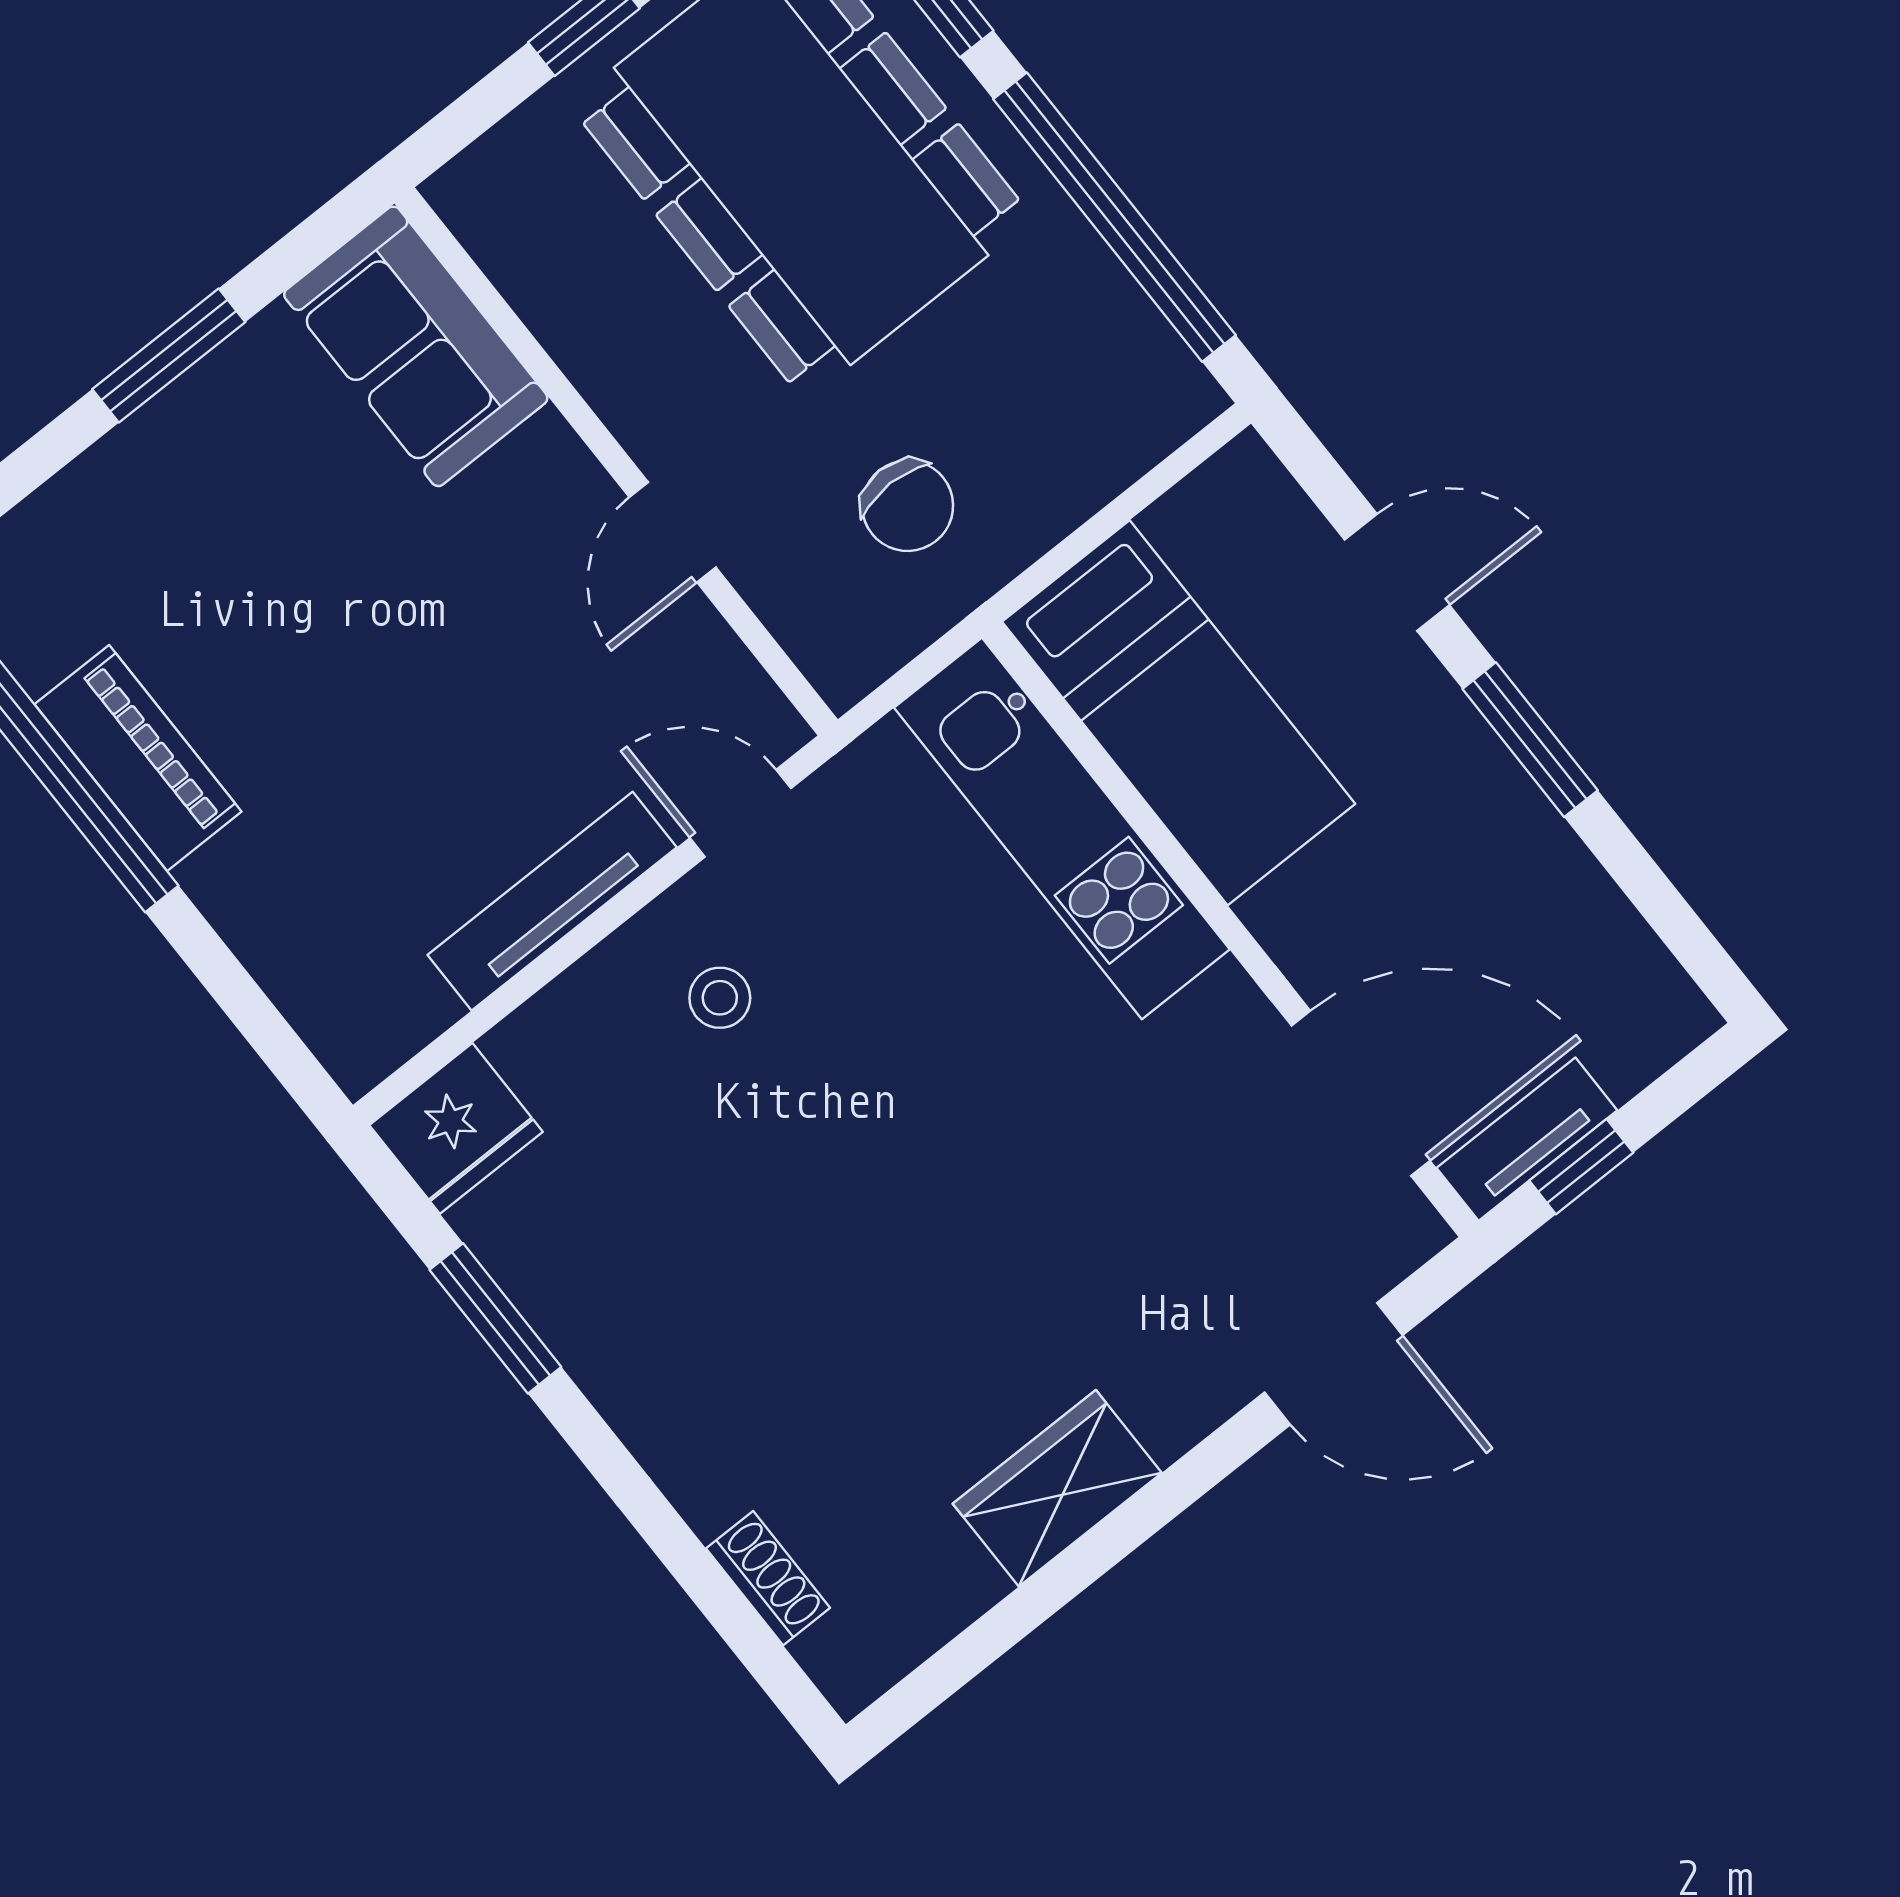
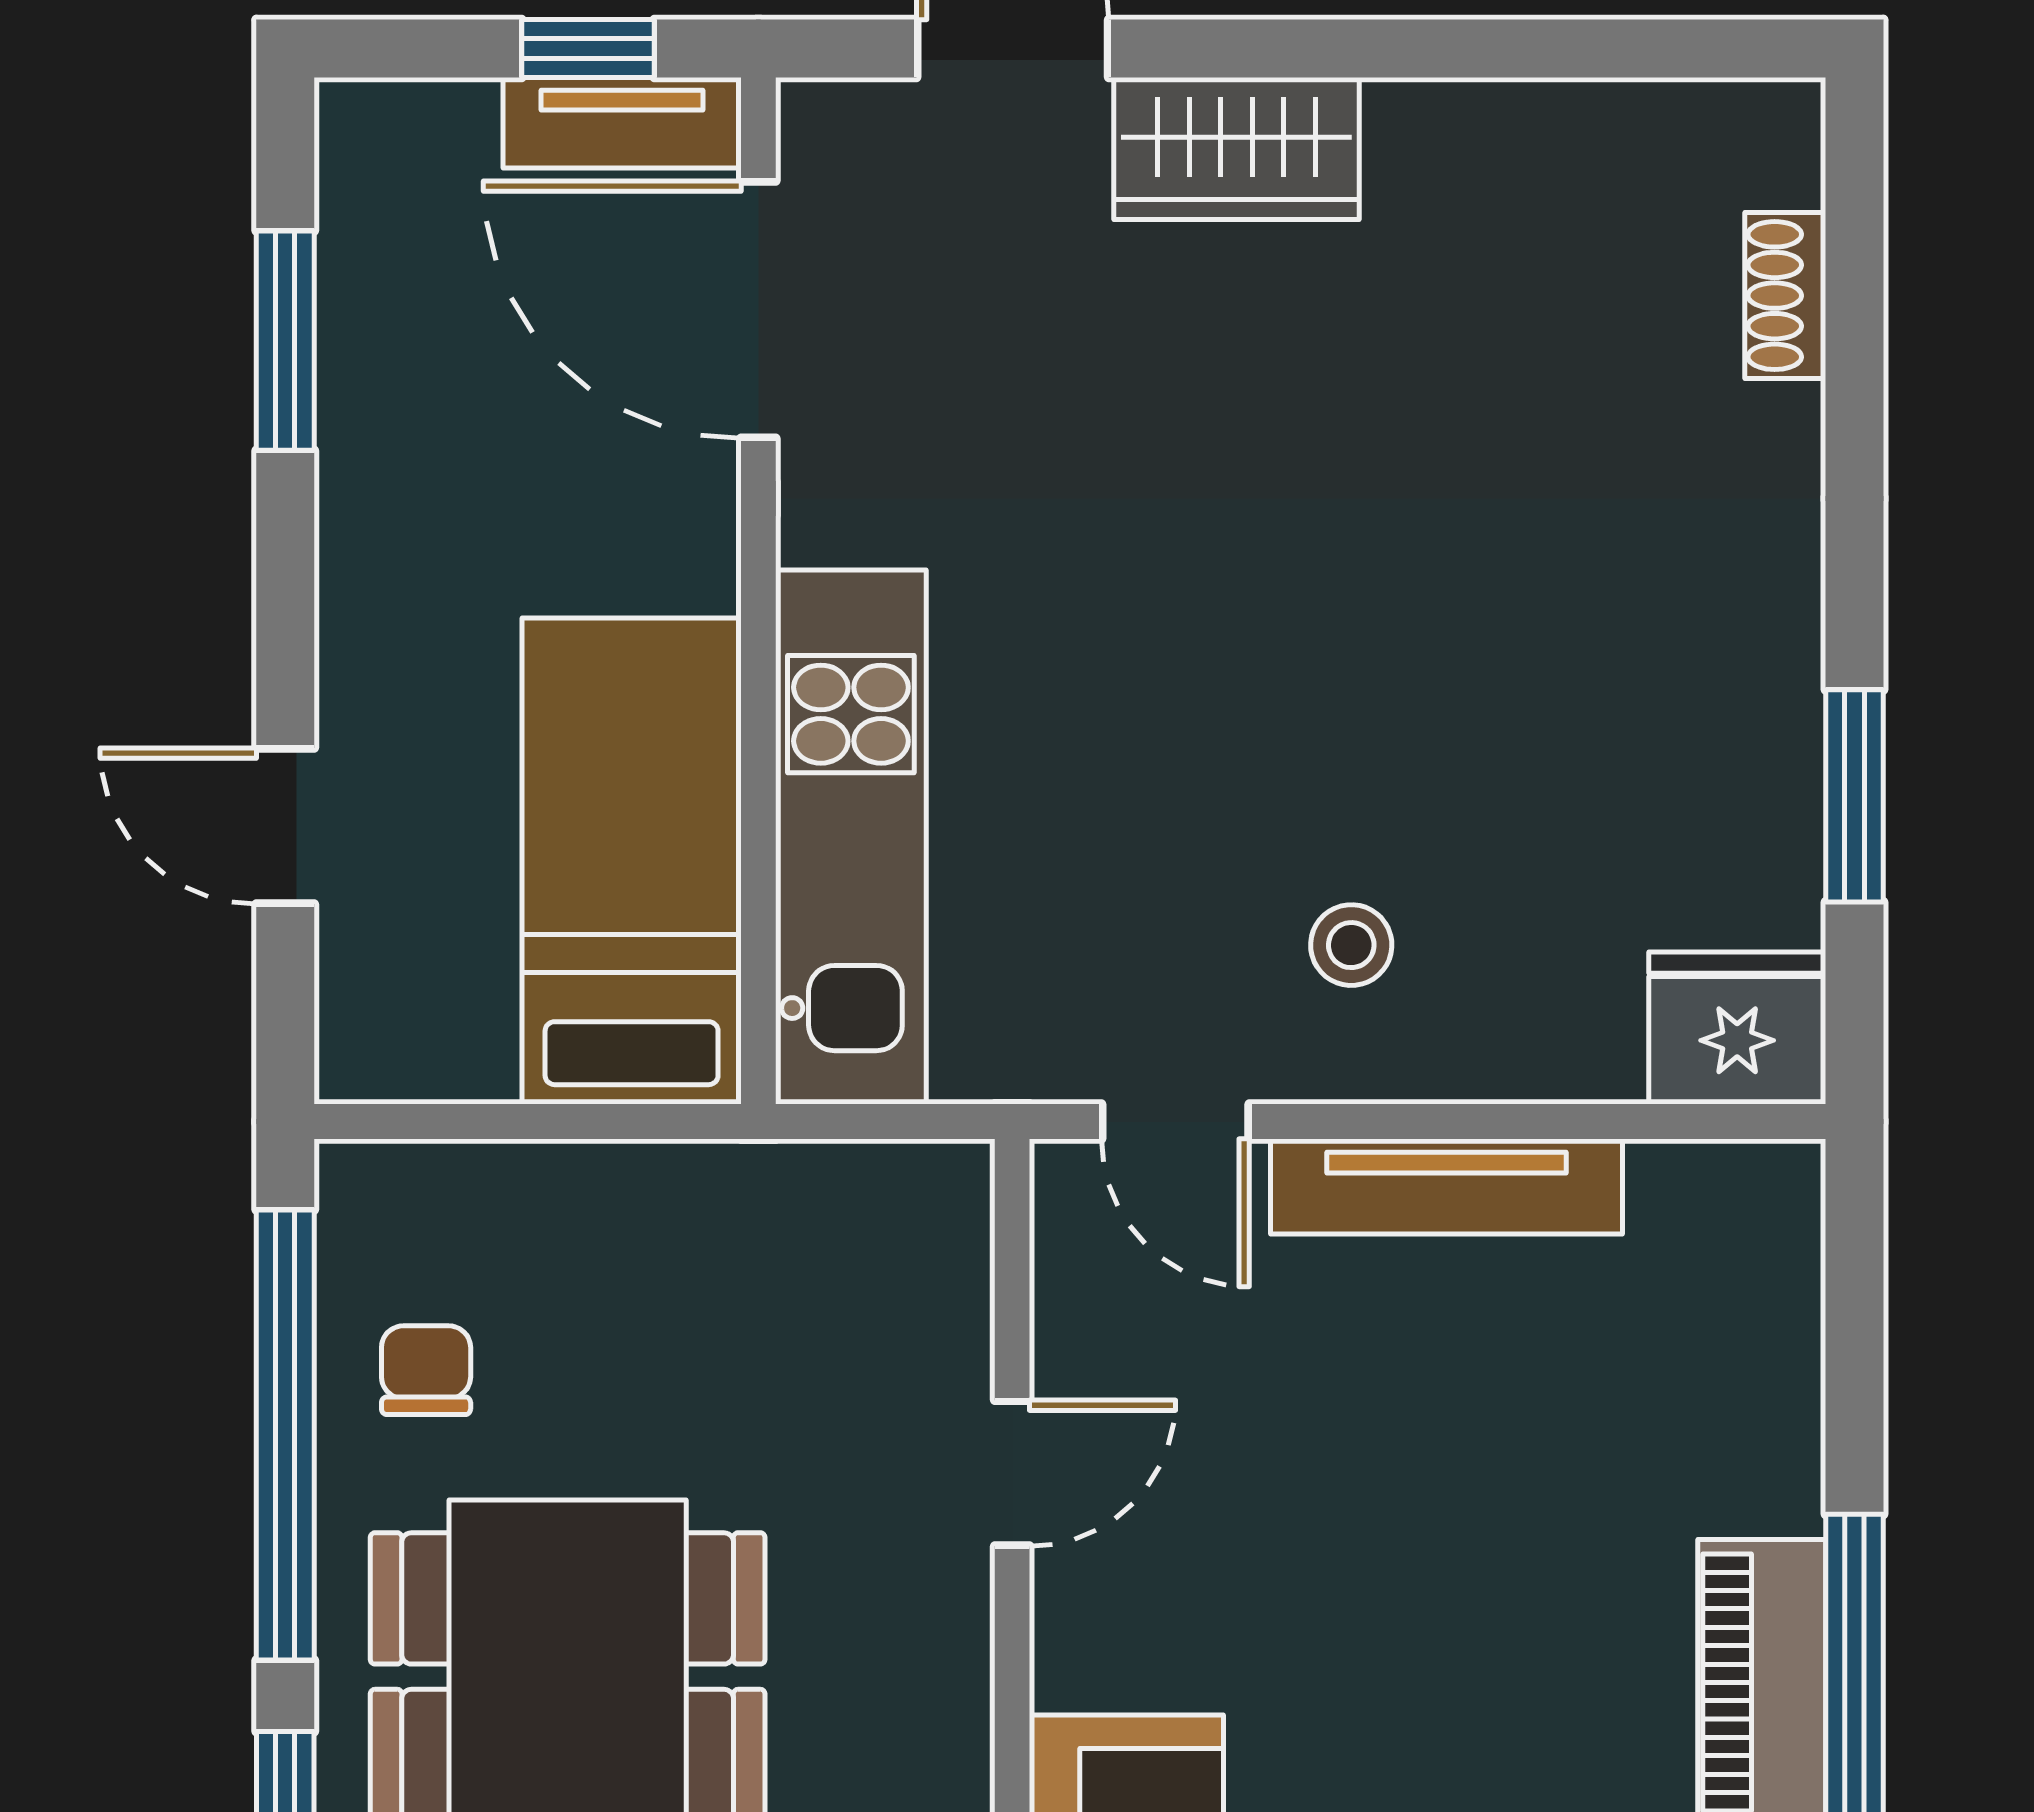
chair: (908, 506) -> (426, 1370), moved, width x0.73, depth x0.73
window: (1530, 740) -> (285, 341), moved
wardrobe: (1057, 1488) -> (1236, 148), moved

